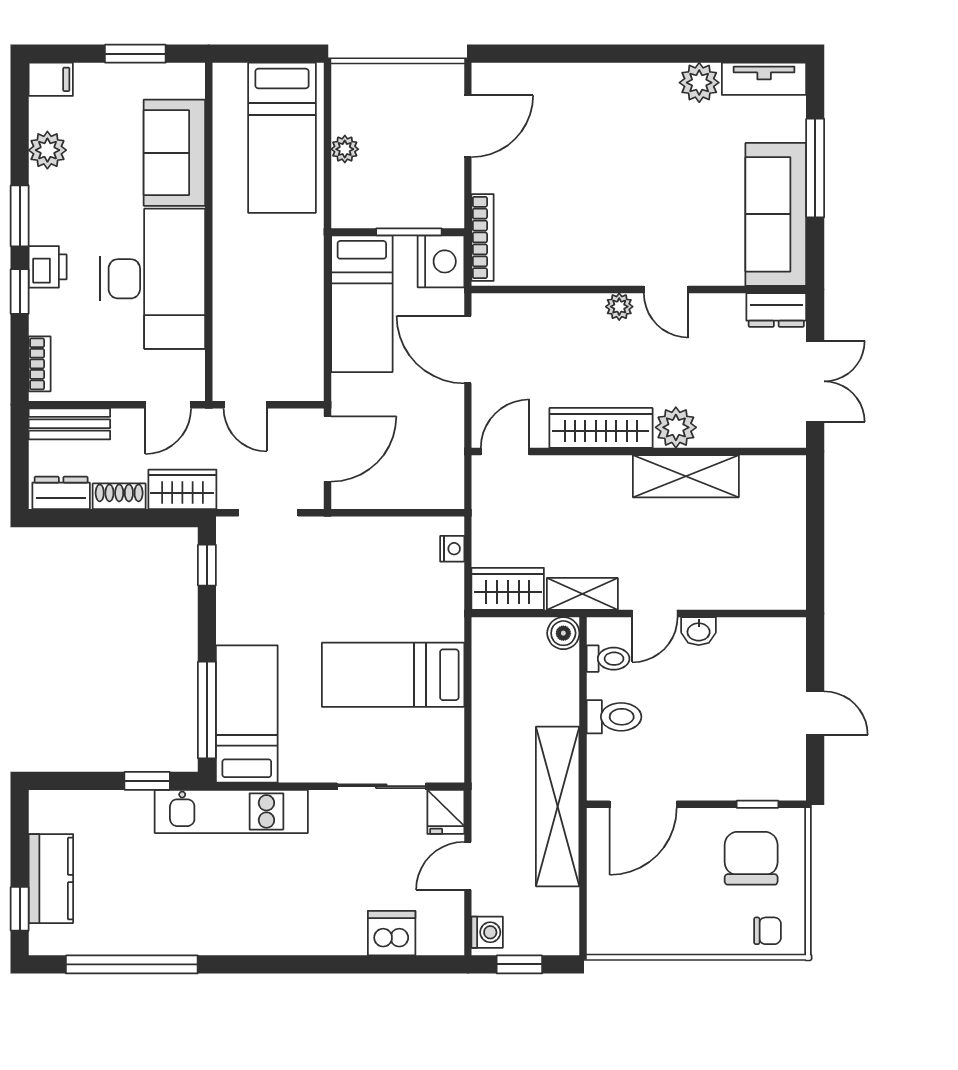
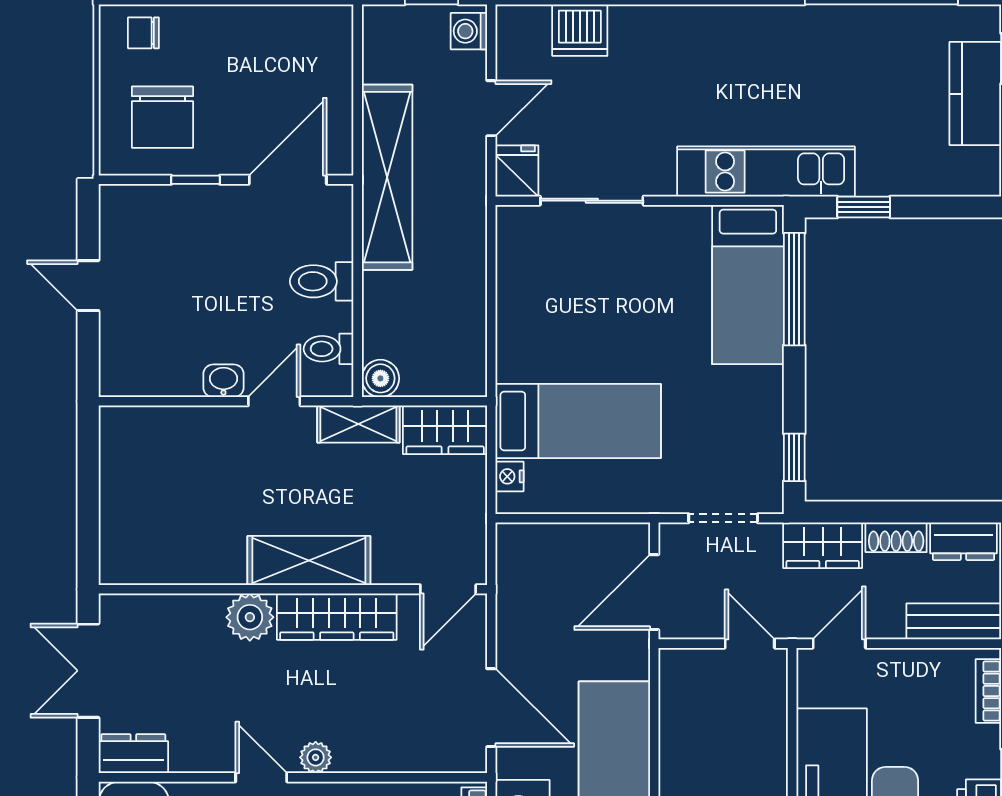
shelving: (686, 476) -> (309, 561), moved
bed: (393, 675) -> (578, 421), moved
window: (757, 804) -> (195, 180), moved

